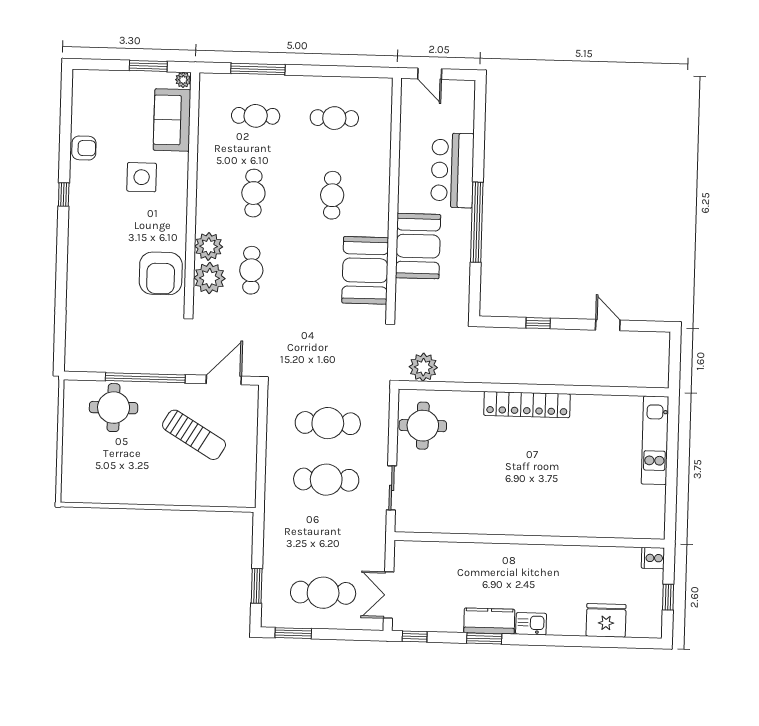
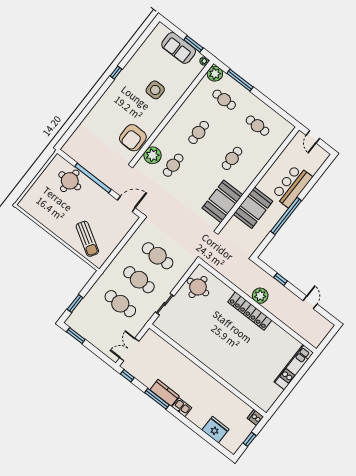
sofa: (172, 120) -> (179, 48), moved, turned -90
armchair: (84, 148) -> (140, 59), removed
plant: (209, 246) -> (215, 74), moved
plant: (423, 367) -> (260, 296), moved
sun lounger: (194, 435) -> (87, 239), moved
cafe table: (323, 593) -> (120, 304), moved
window: (484, 638) -> (157, 399), width x1.44

